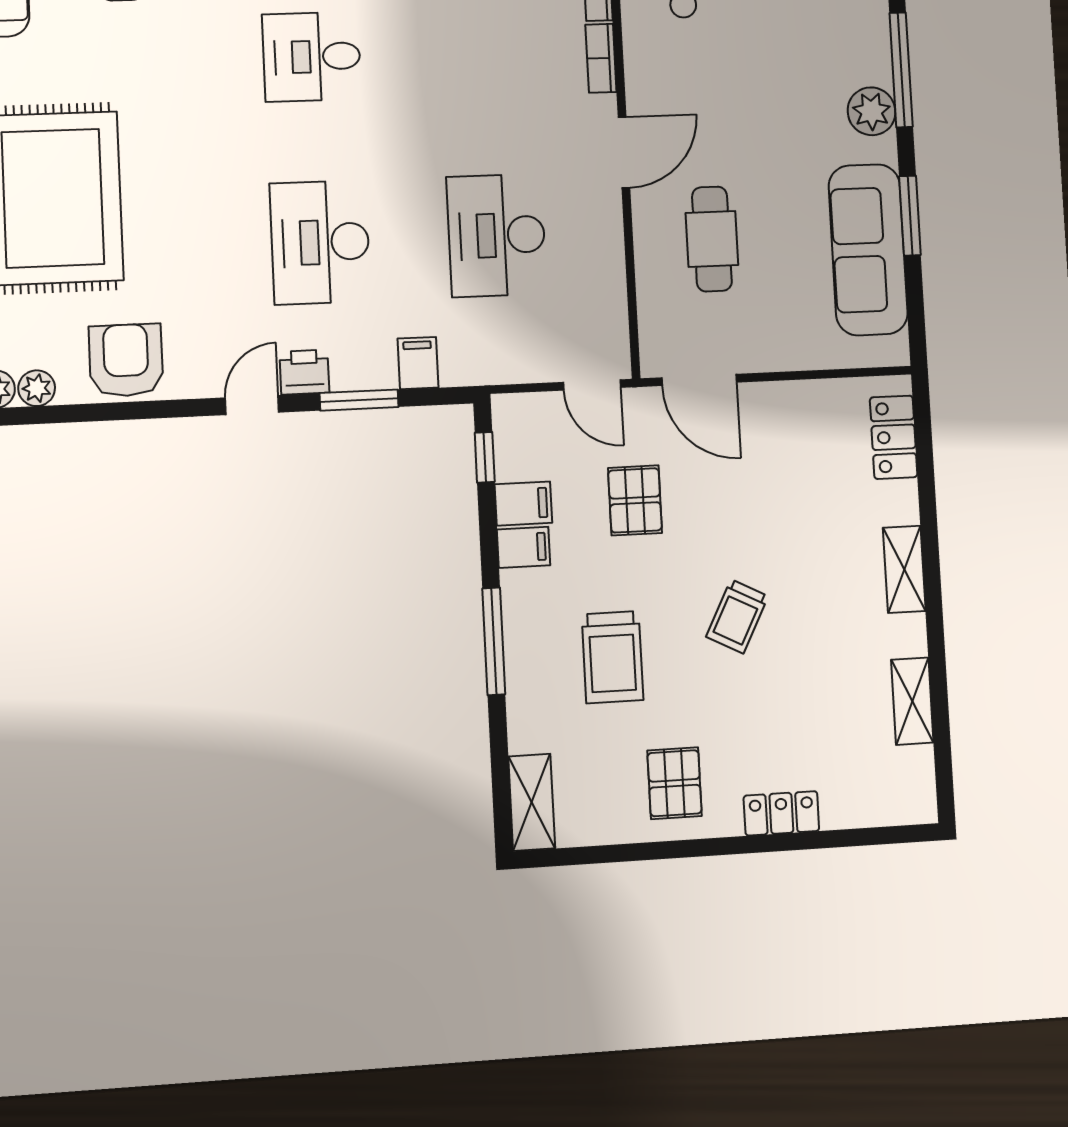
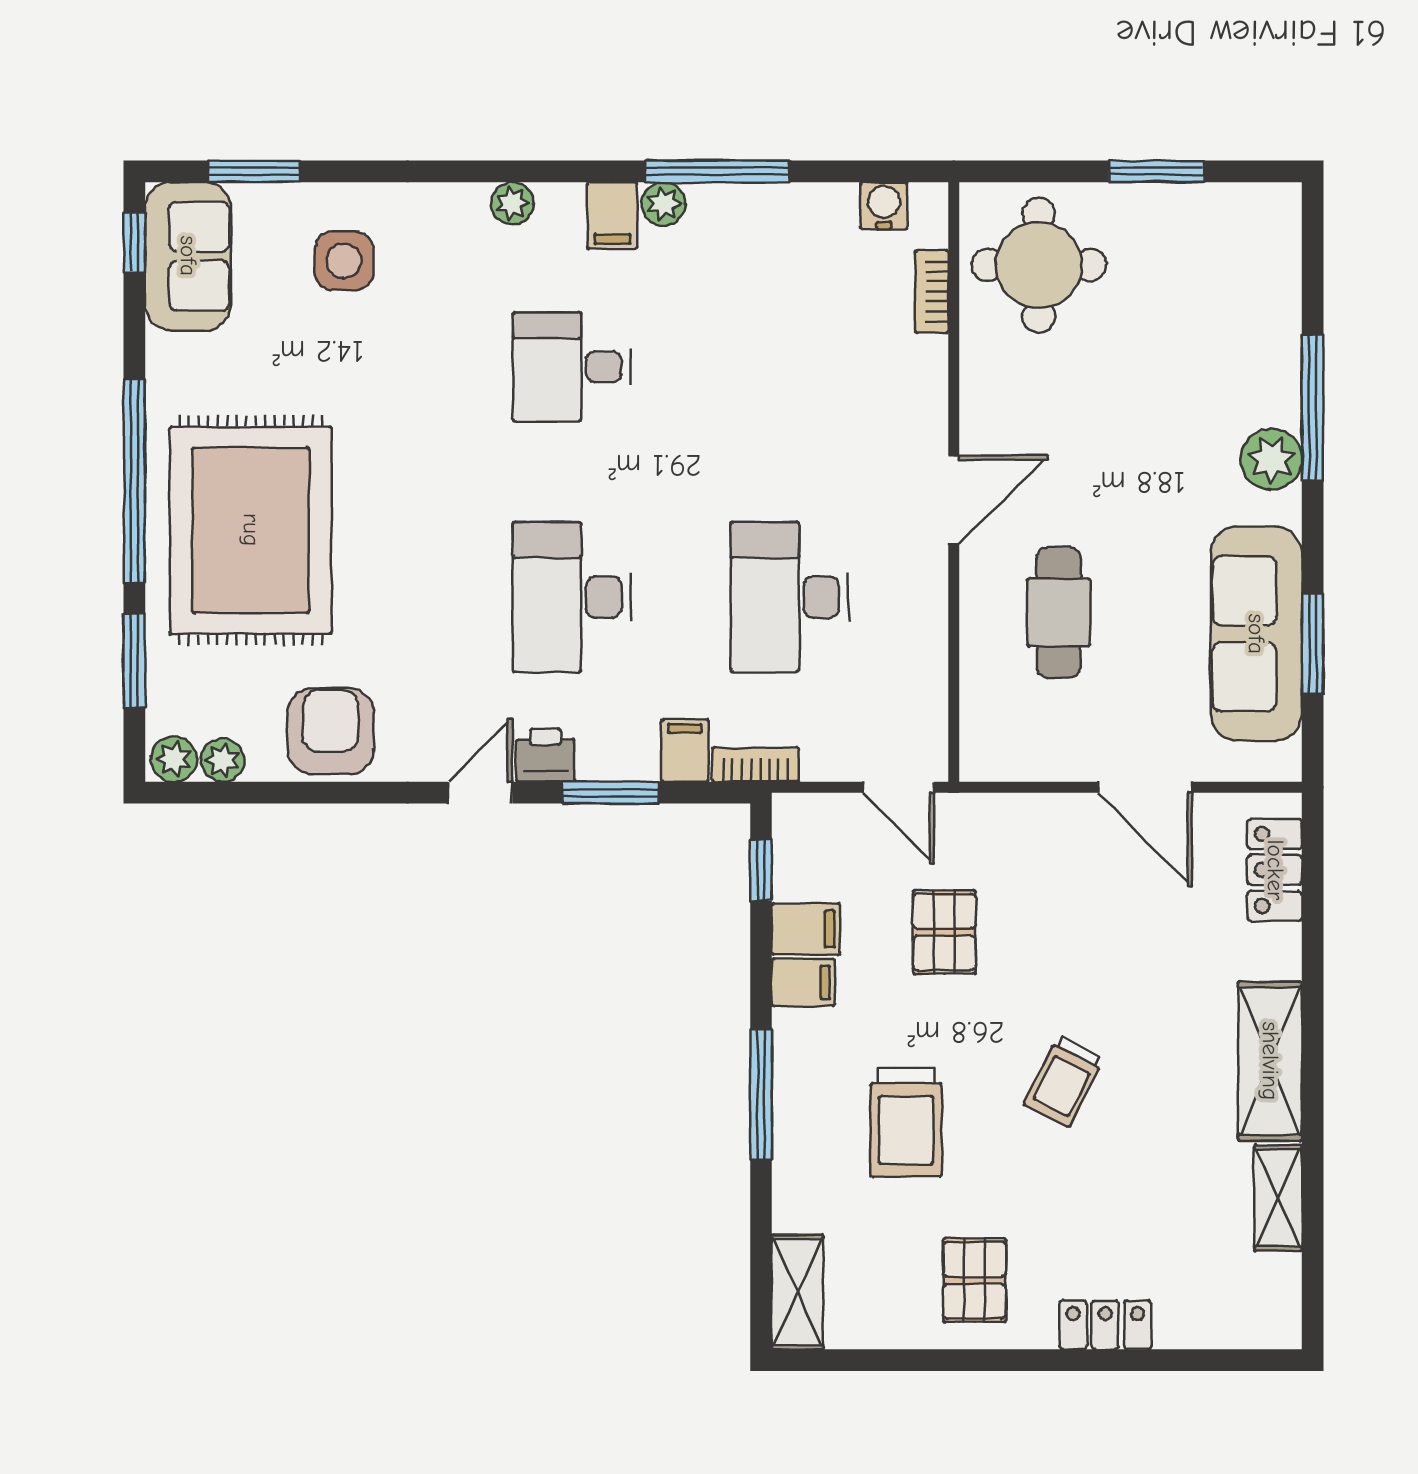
bookcase: (601, 58) -> (755, 765), moved, turned 90
window: (910, 216) -> (1313, 644), moved
door: (699, 380) -> (1145, 787), moved
shelving: (904, 569) -> (1270, 1061), width x1.50, depth x1.33

